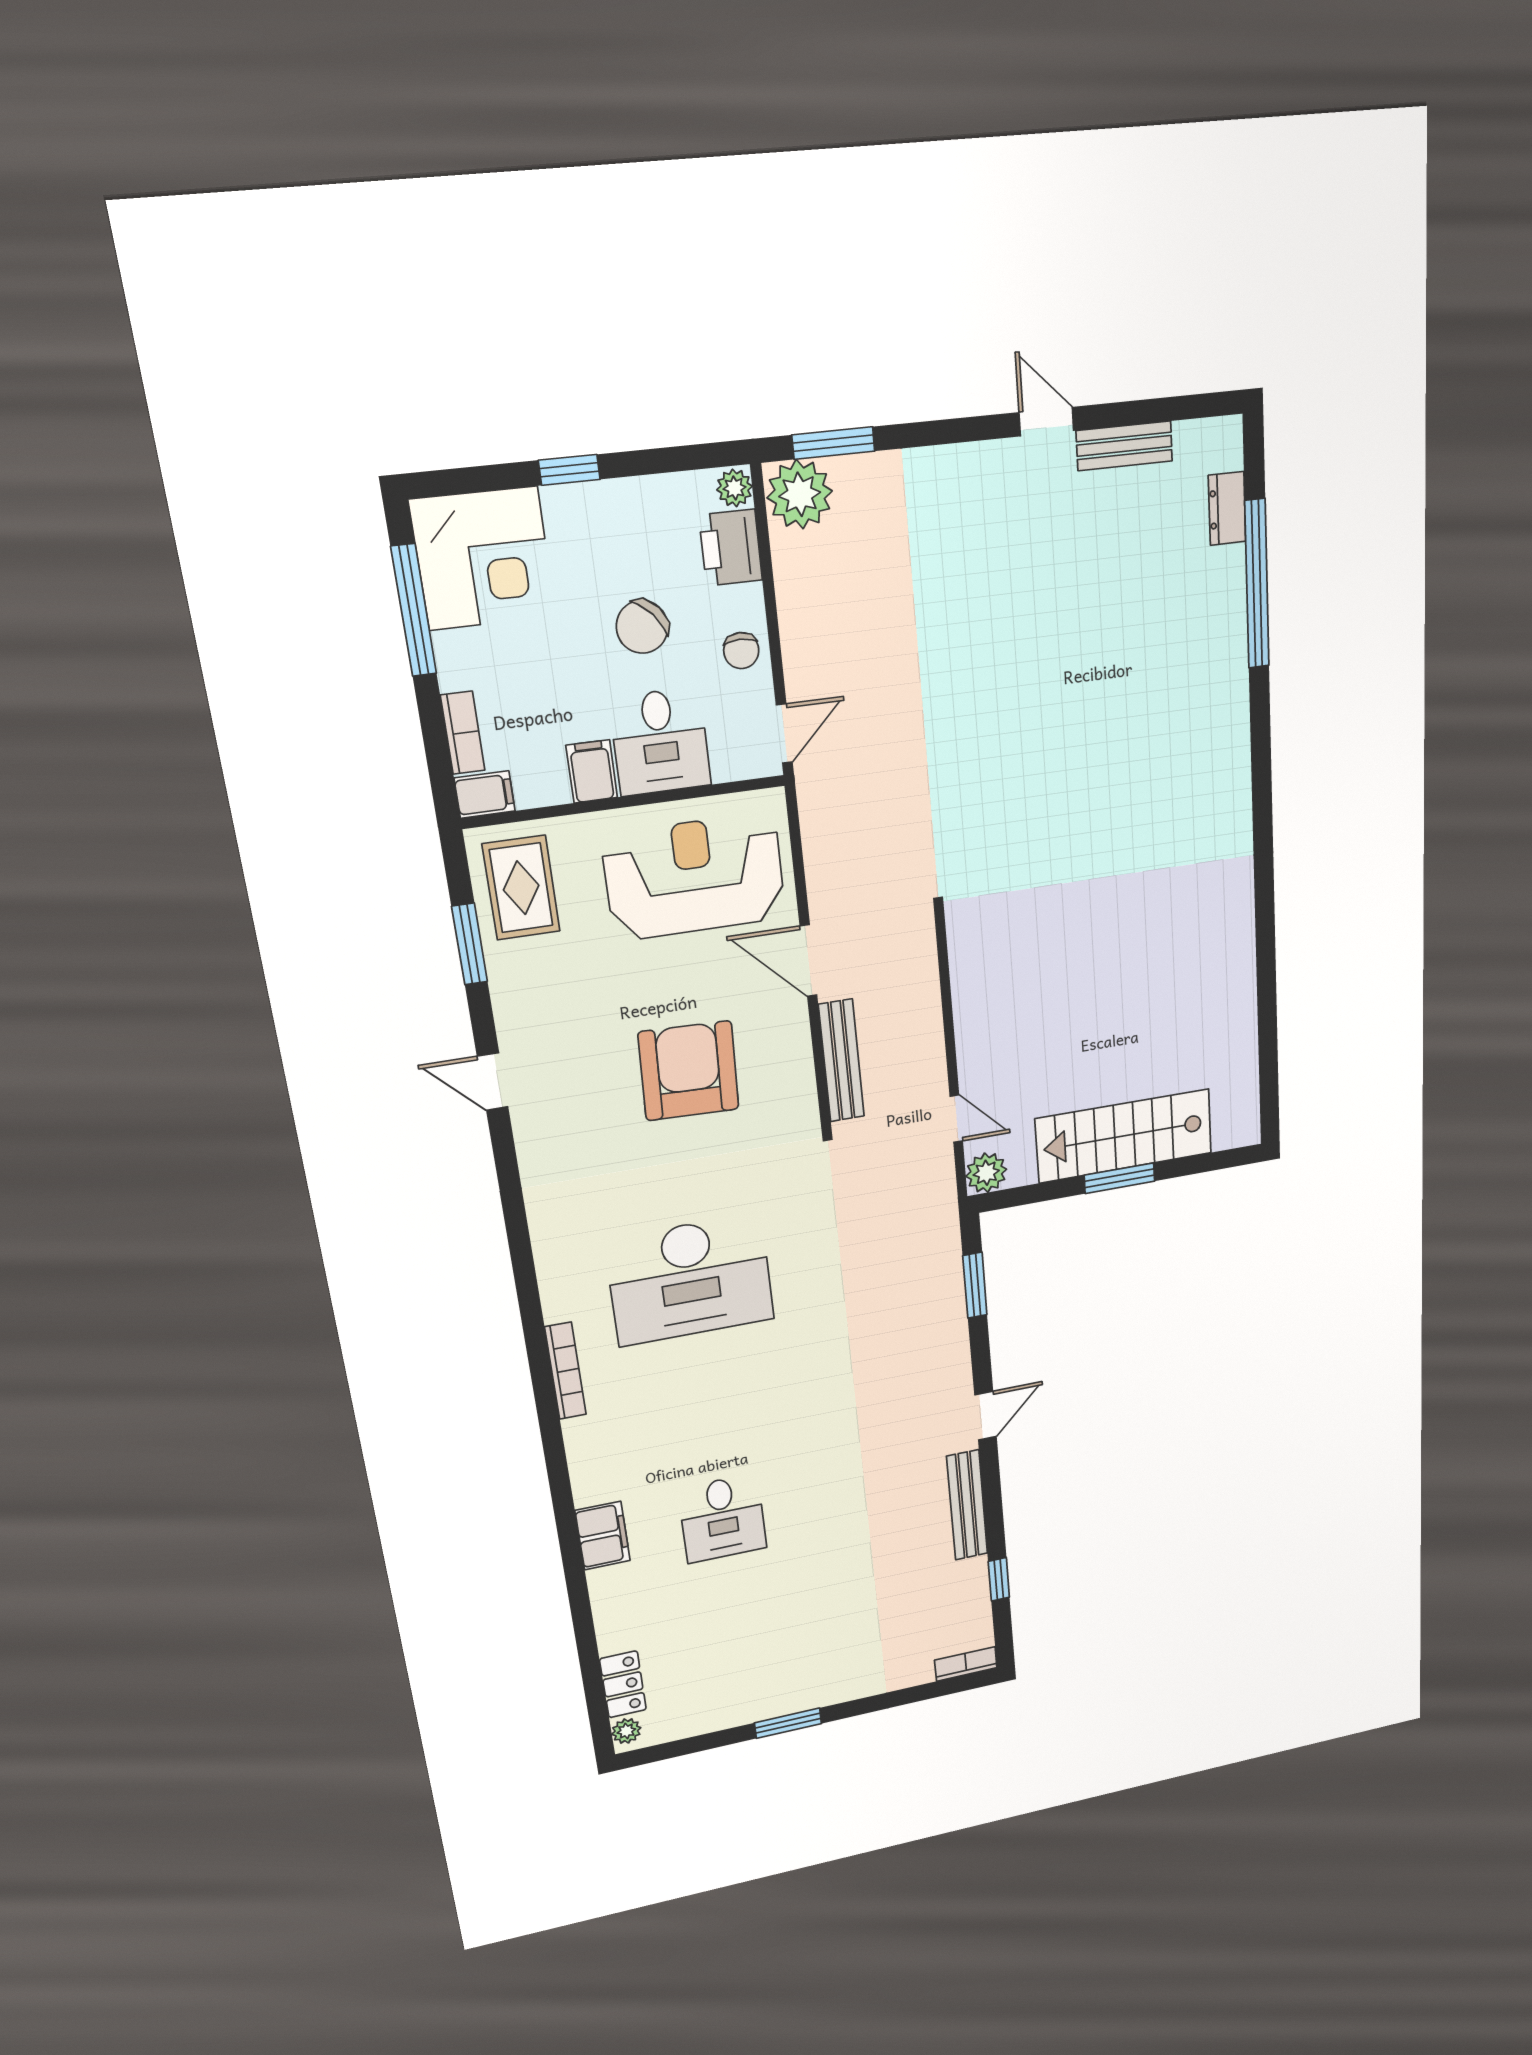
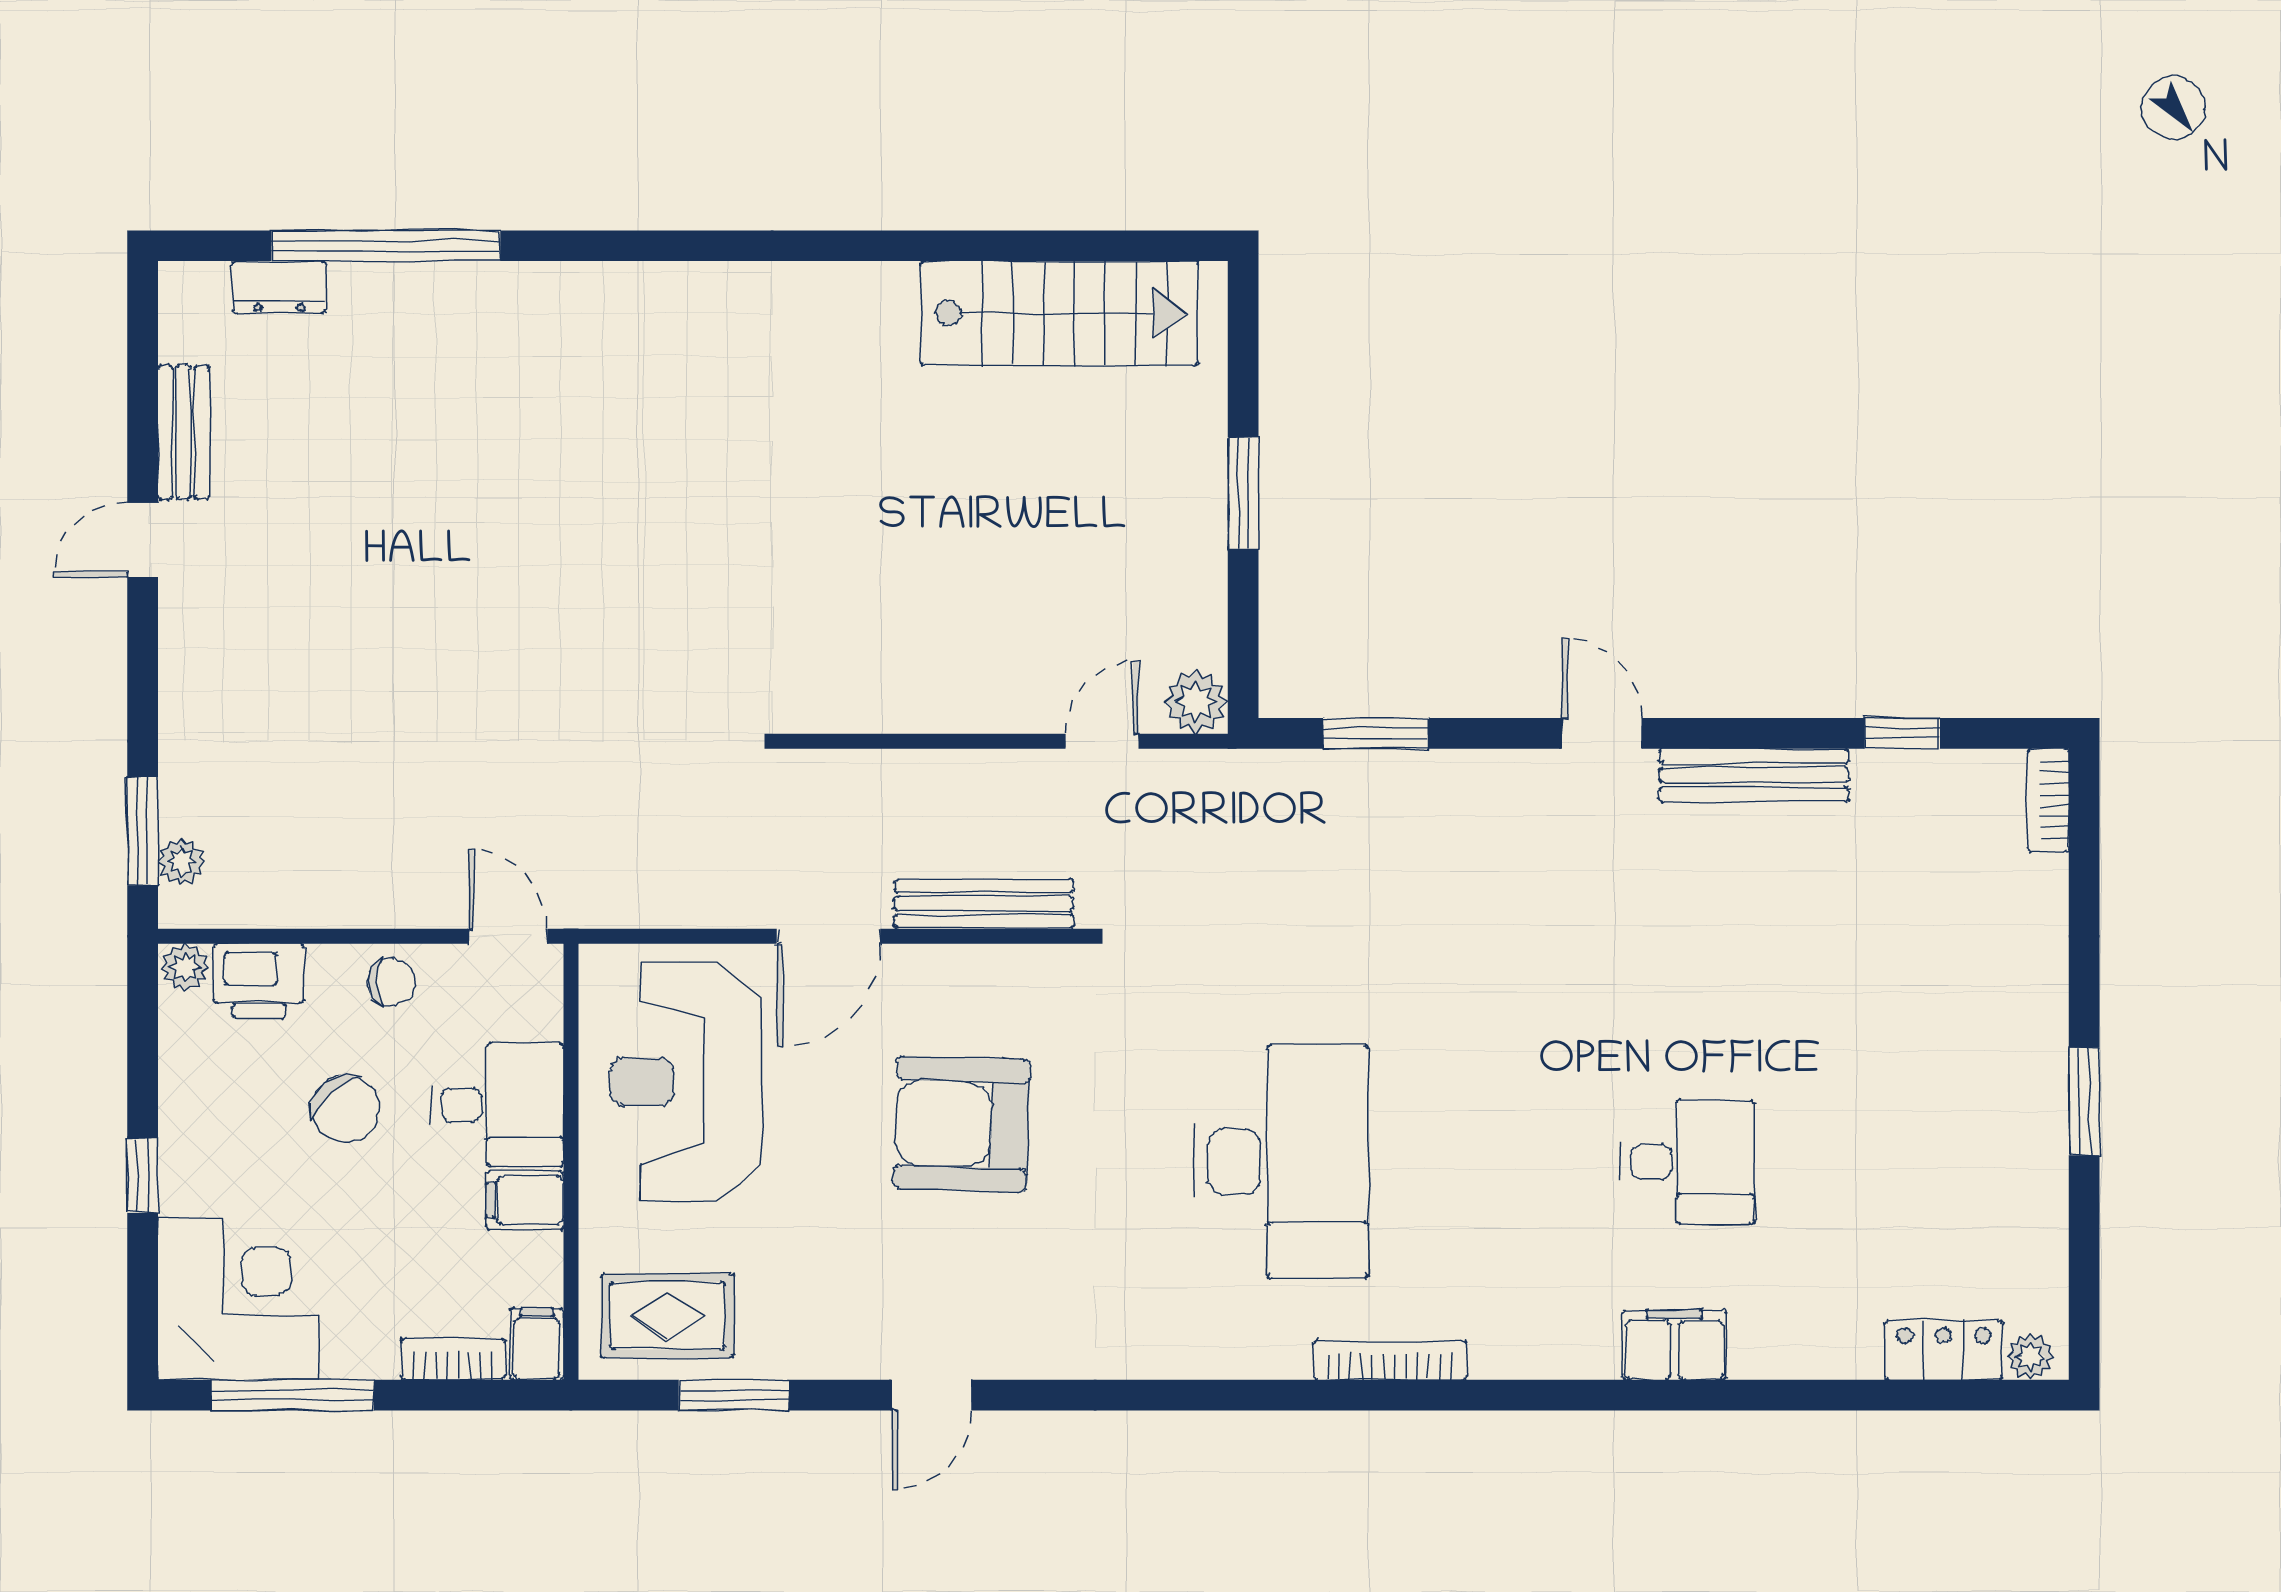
plant: (800, 494) -> (181, 862), width x0.53, depth x0.53
stairs: (1124, 1136) -> (1059, 313), moved, turned -90

